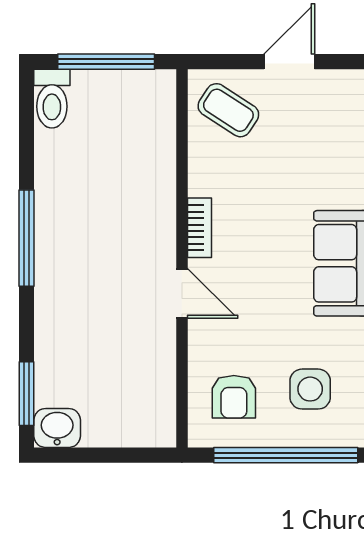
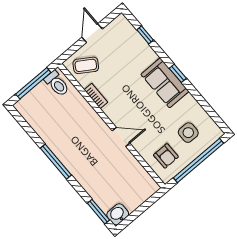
toilet: (52, 99) -> (57, 84), moved
bookcase: (200, 228) -> (96, 96), moved

